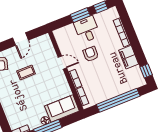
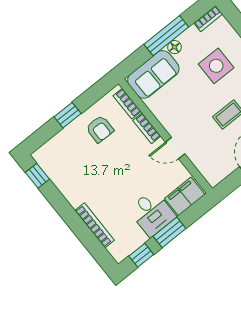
armchair: (91, 54) -> (100, 129), moved
filing cabinet: (129, 57) -> (185, 196), moved, turned -90
window: (118, 100) -> (68, 115), width x0.32
side table: (24, 102) -> (216, 66), added

